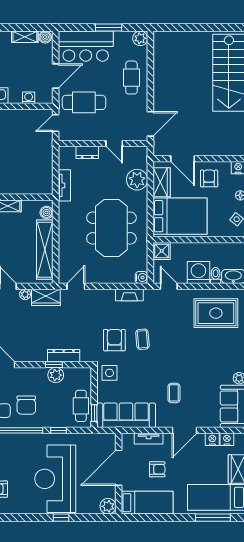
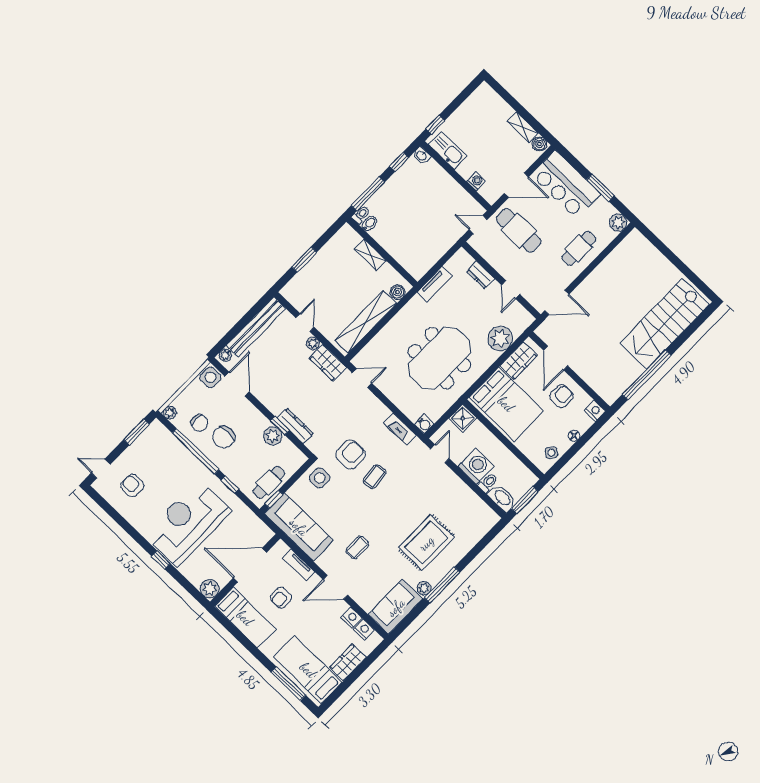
rug: (216, 313) -> (426, 543), moved, turned 90
armchair: (157, 469) -> (281, 598), turned 90

